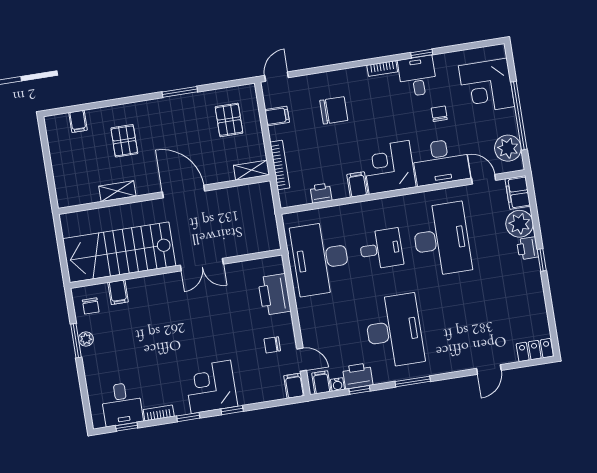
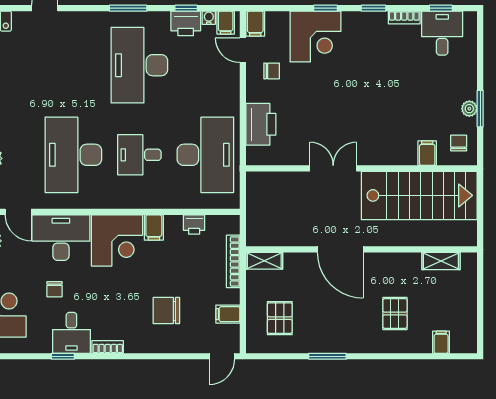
shelving: (117, 191) -> (441, 261), moved
corner desk: (211, 387) -> (315, 37), moved

